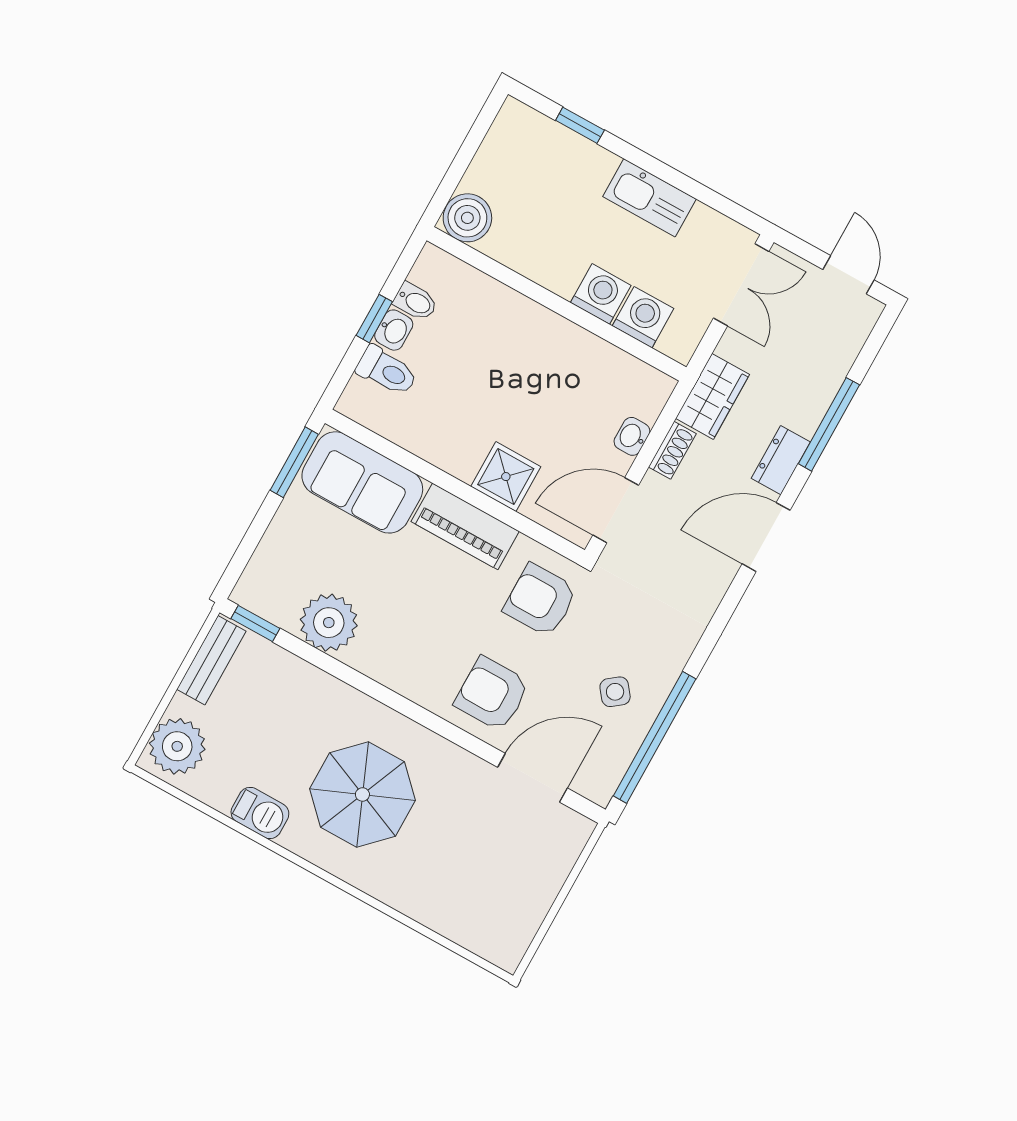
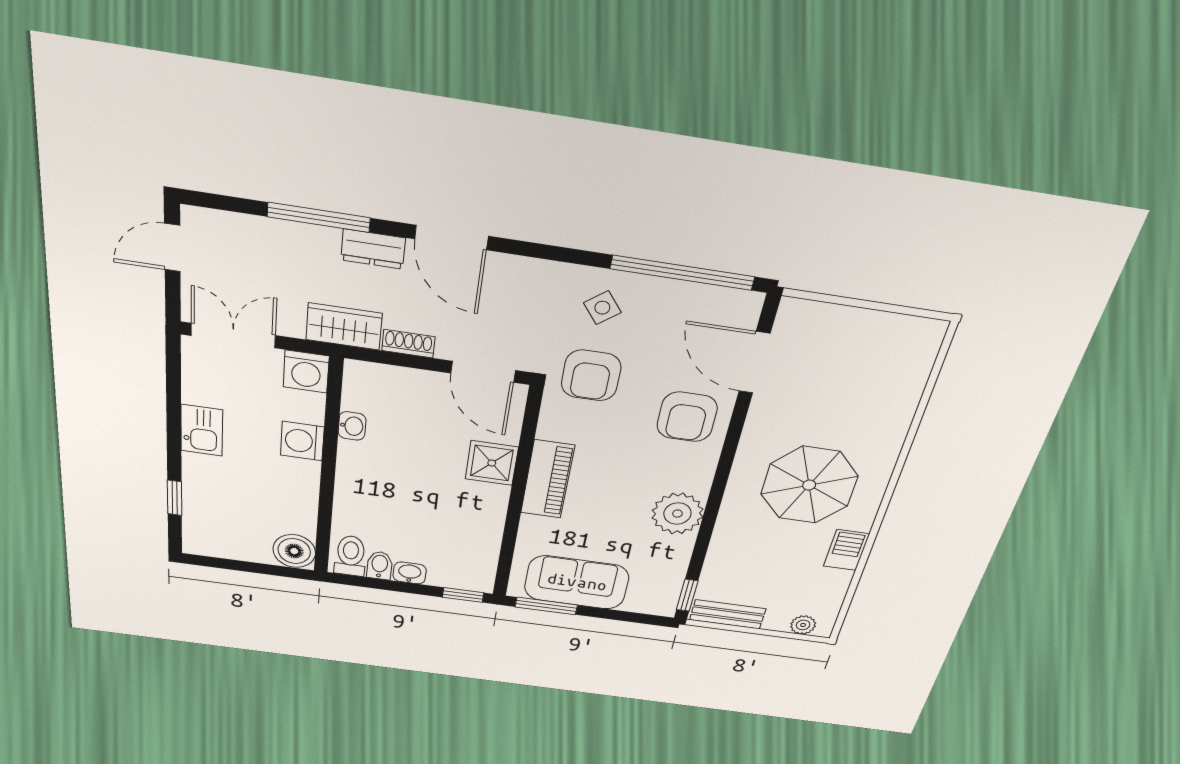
kitchen sink: (649, 198) -> (202, 430), width x0.73
washing machine: (643, 317) -> (306, 372), moved, turned -90
window: (374, 319) -> (463, 595), moved
toilet: (387, 371) -> (350, 556), moved
washbasin: (632, 436) -> (352, 426), moved, turned -90
sofa: (362, 482) -> (577, 582), moved, turned -90
armchair: (540, 600) -> (591, 375), moved
plant: (329, 623) -> (677, 514), moved
side table: (615, 692) -> (602, 308), moved
plant: (177, 746) -> (803, 625), width x0.53, depth x0.53

